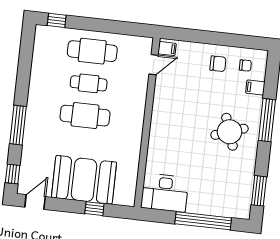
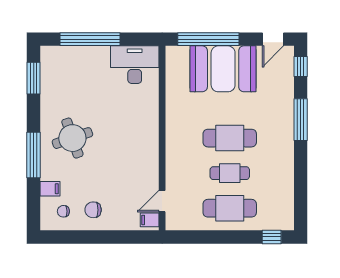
window: (94, 209) -> (208, 39), width x3.17

